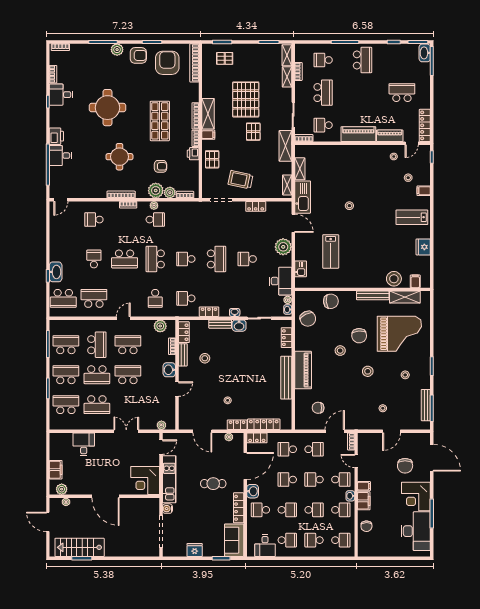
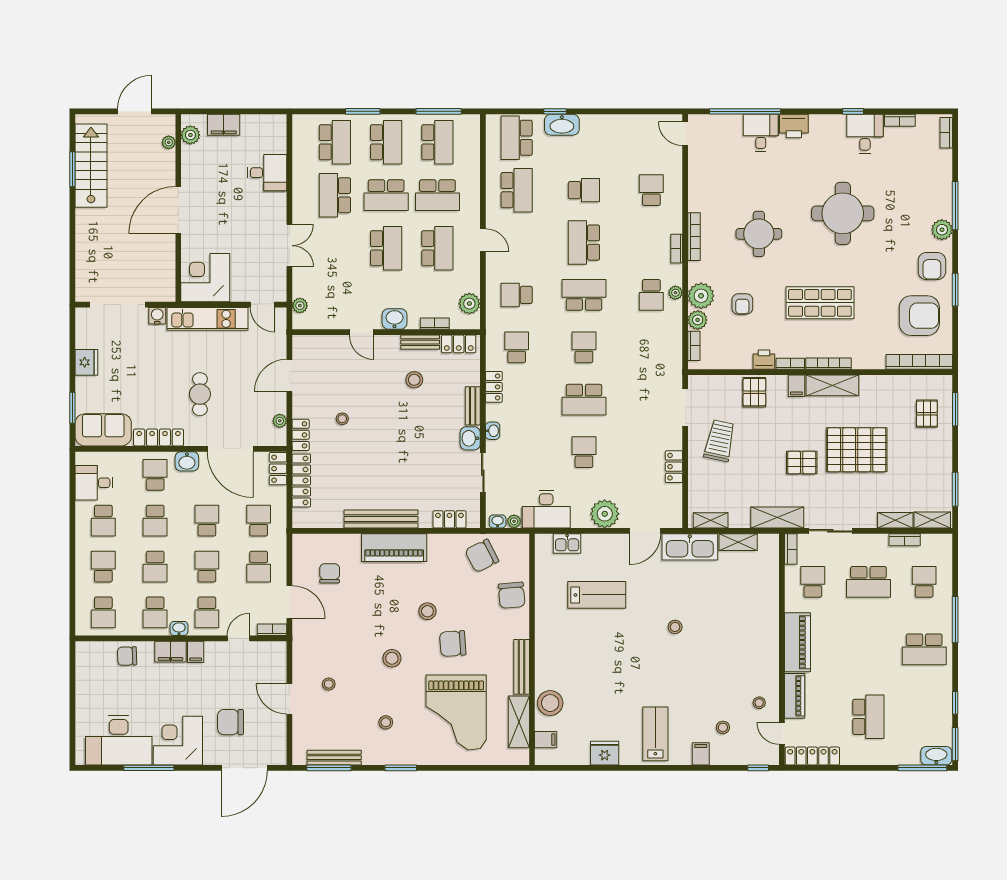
pallet: (212, 159) -> (754, 392), turned 90
lab bench: (331, 251) -> (597, 595), turned 180
school desk: (97, 375) -> (386, 195), turned -90

